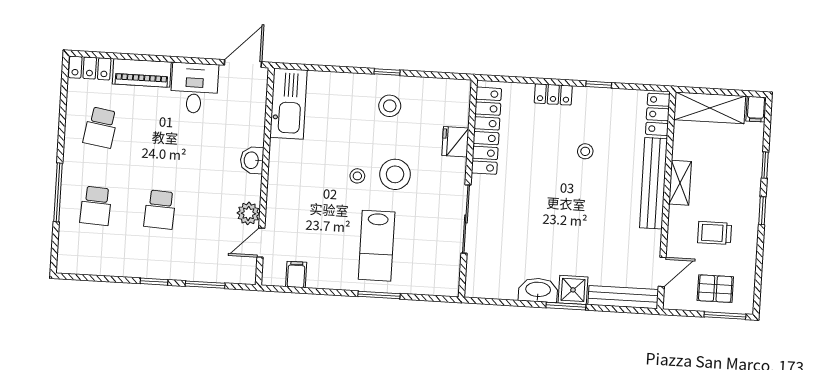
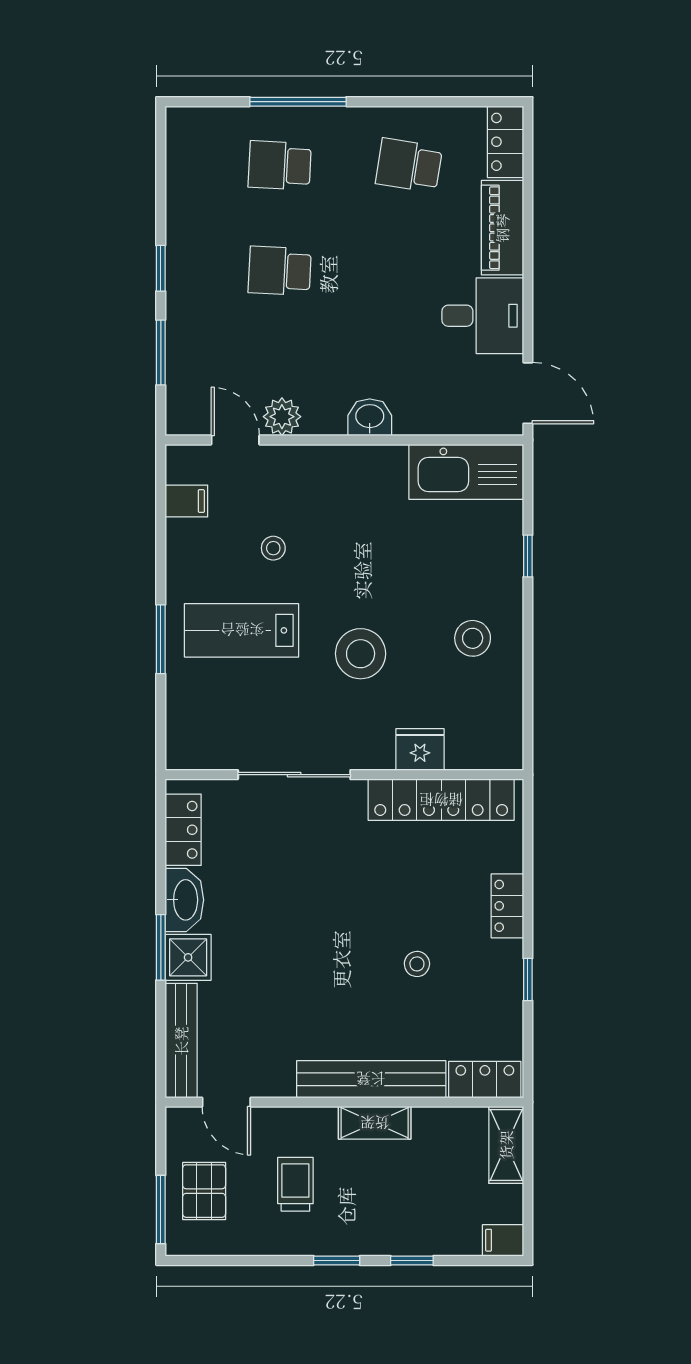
window: (387, 72) -> (528, 556), moved
shelving: (710, 108) -> (506, 1145), width x0.67, depth x0.75
stool: (357, 176) -> (273, 548), moved
locker: (495, 288) -> (183, 830), added

